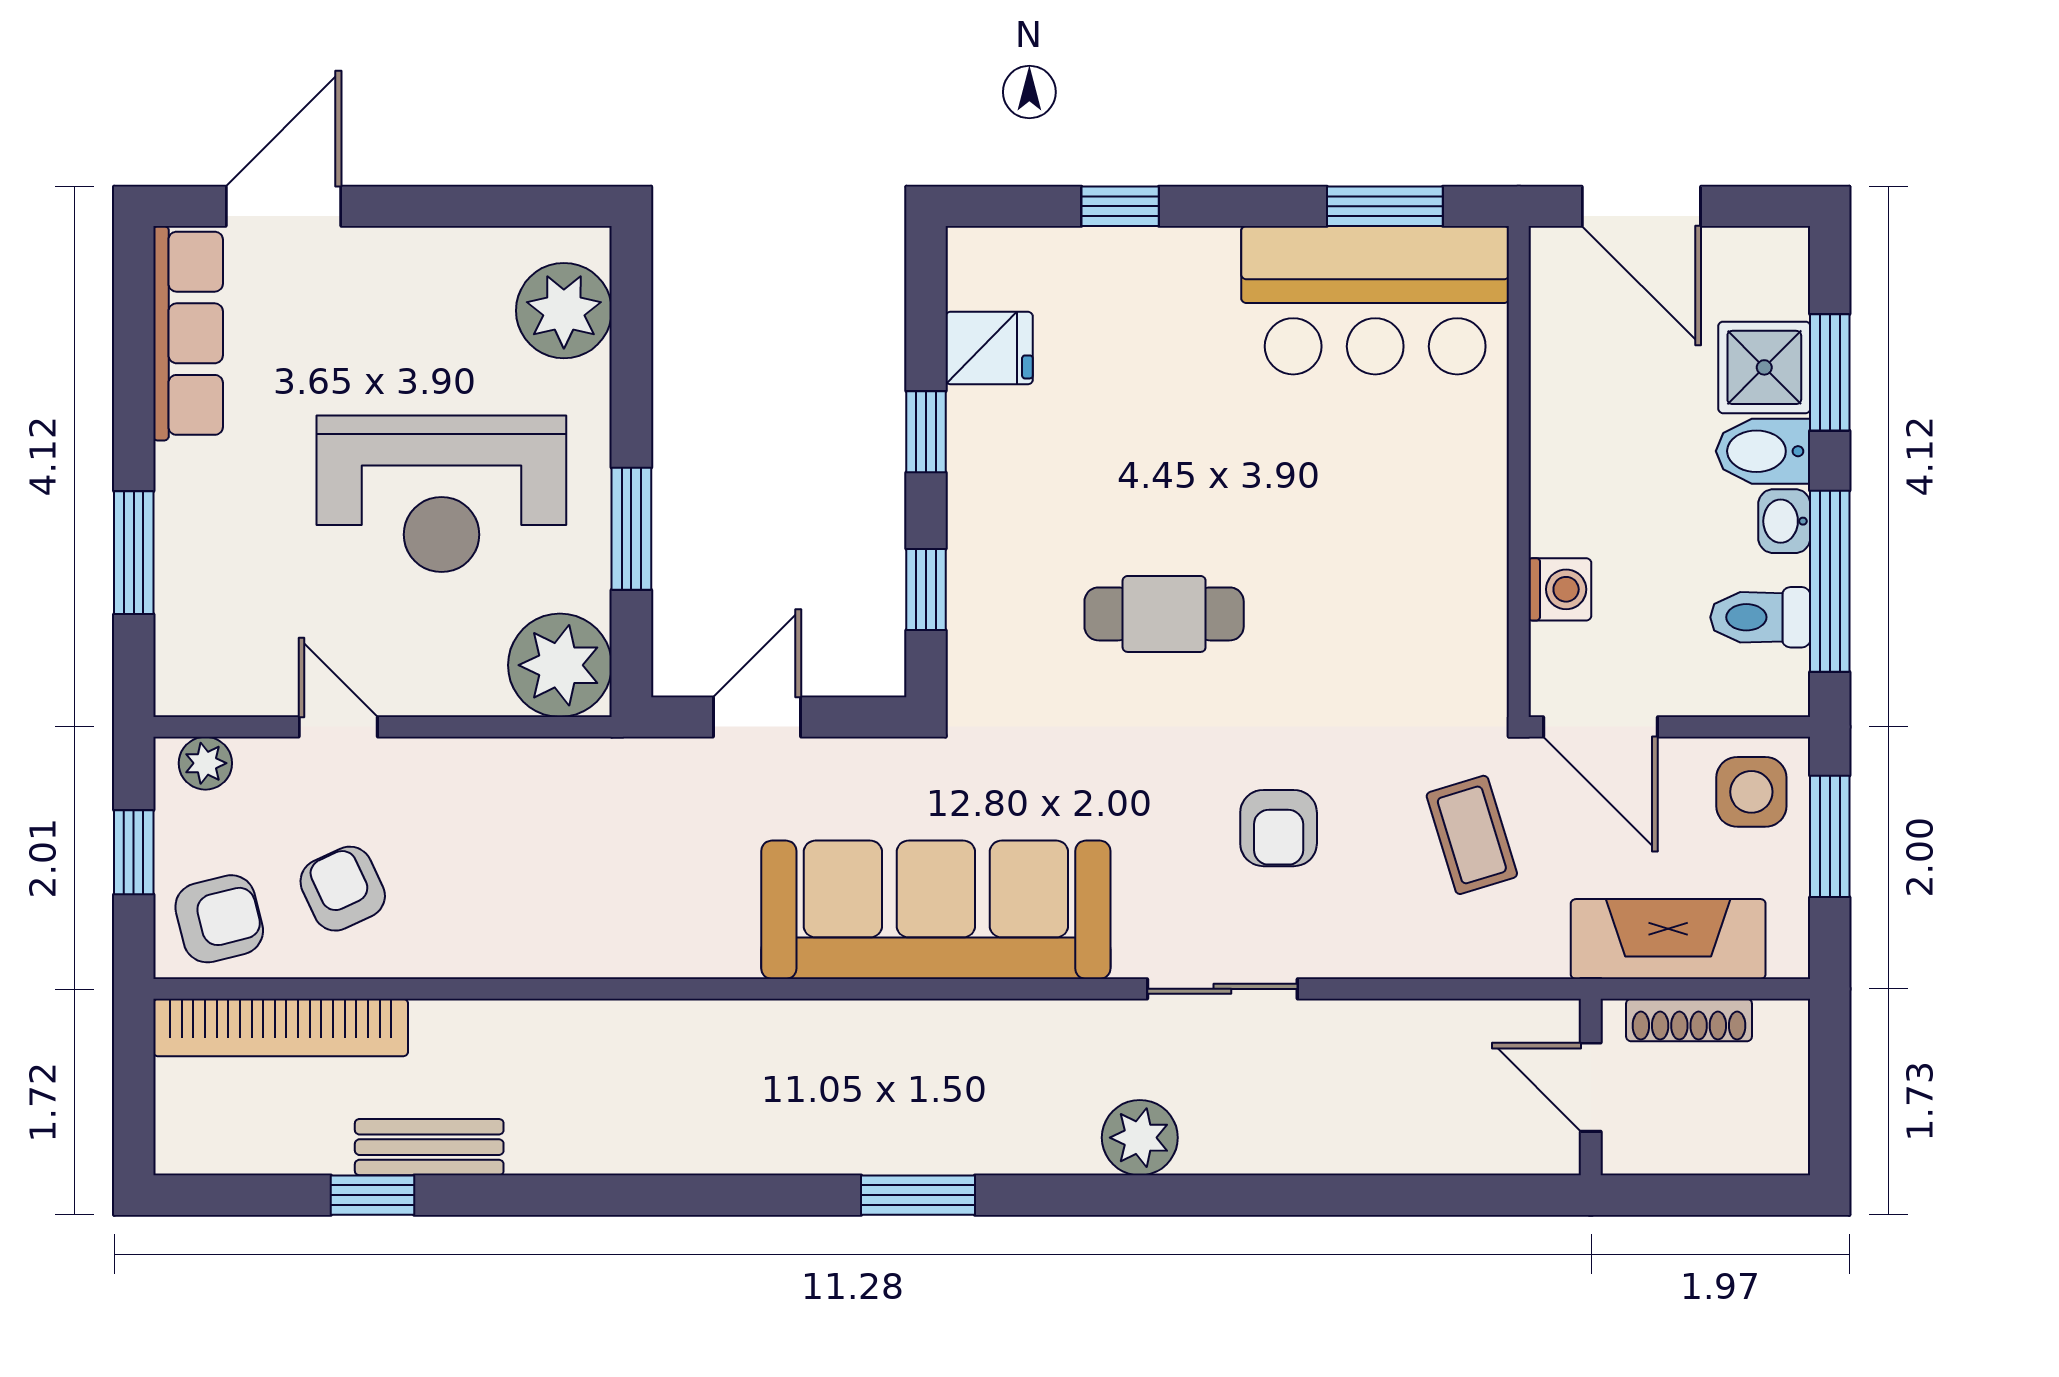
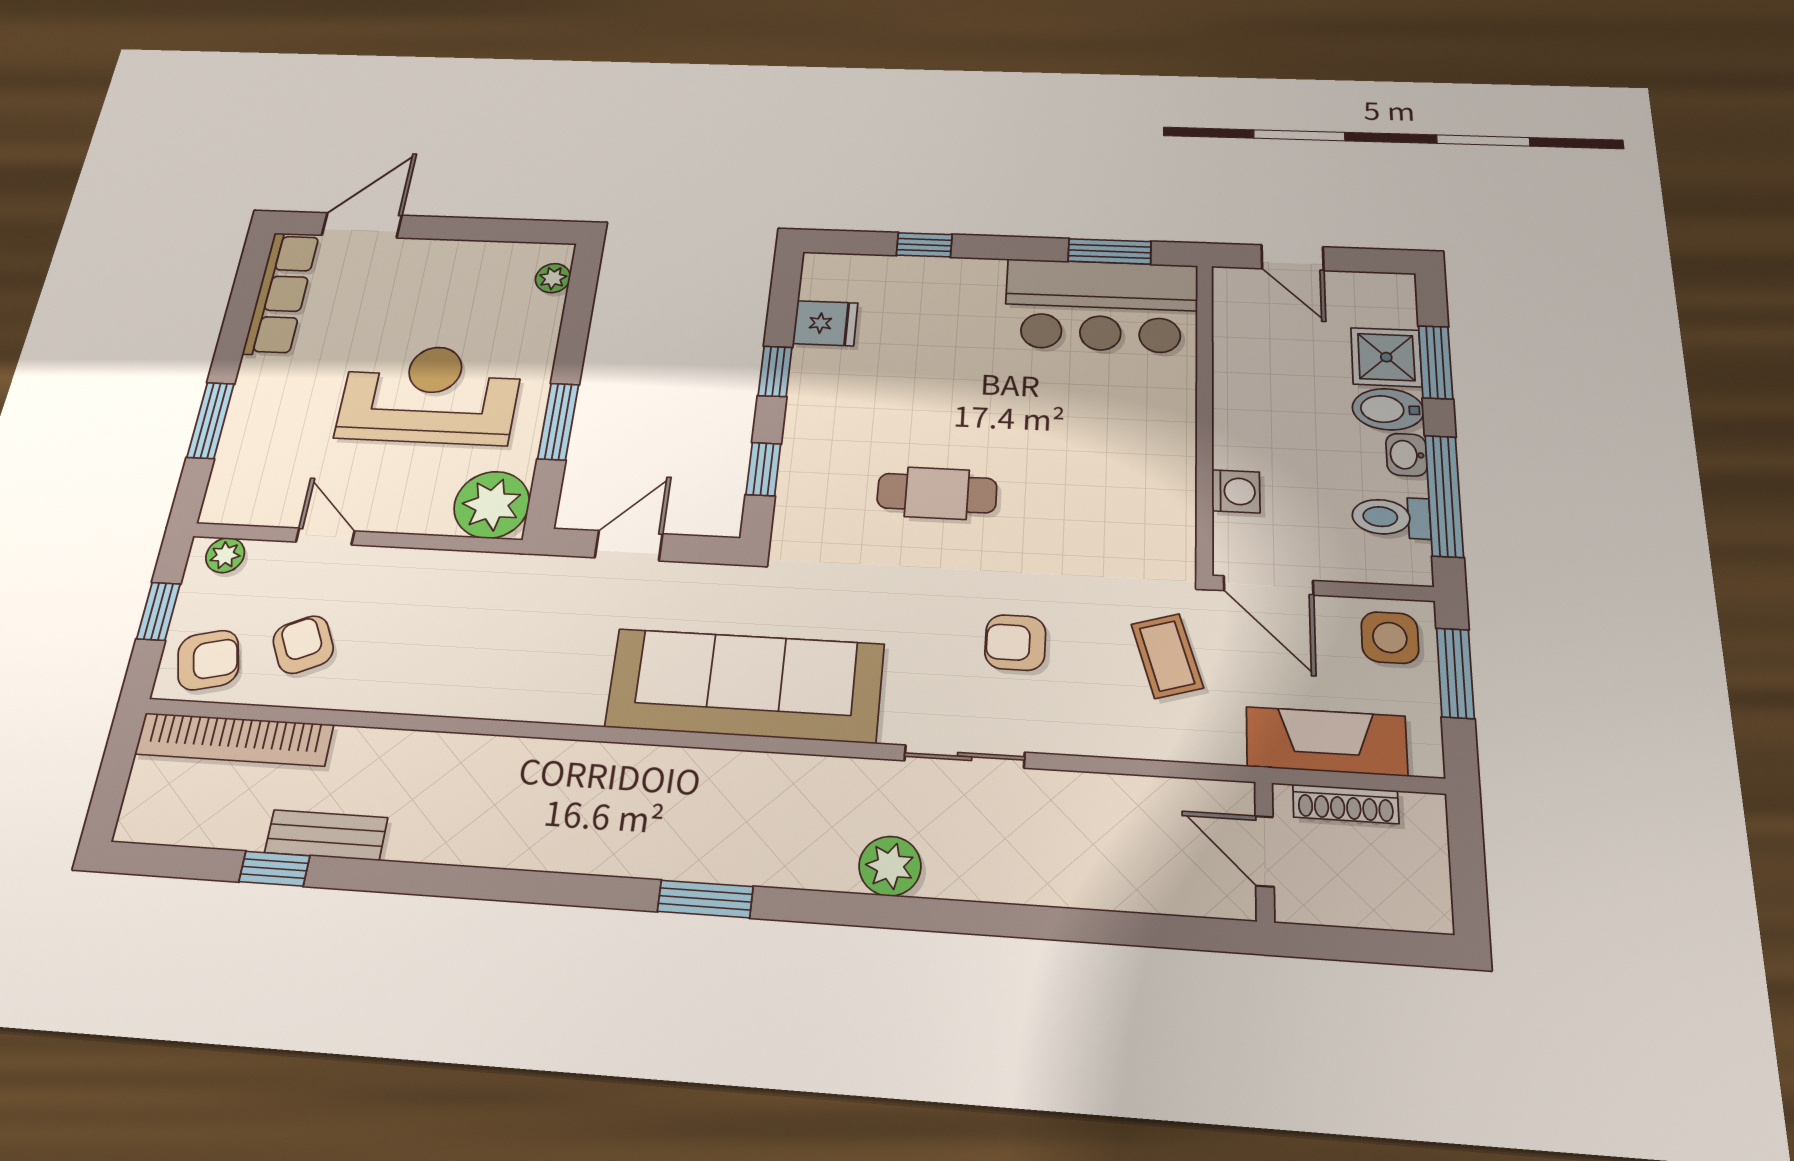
door: (1641, 206) -> (1293, 258), width x0.73
plant: (564, 311) -> (553, 278), width x0.53, depth x0.53
reception desk: (441, 494) -> (430, 394), turned 180
armchair: (1279, 828) -> (1015, 643), turned 90

